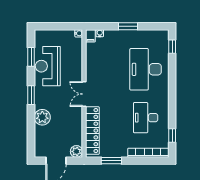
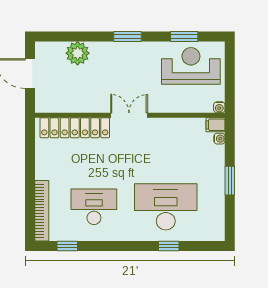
window: (172, 47) -> (169, 246), moved
reception desk: (48, 66) -> (191, 66), moved
plant: (42, 117) -> (78, 53), moved
plant: (76, 151) -> (44, 104), removed
window: (111, 161) -> (30, 156), removed

